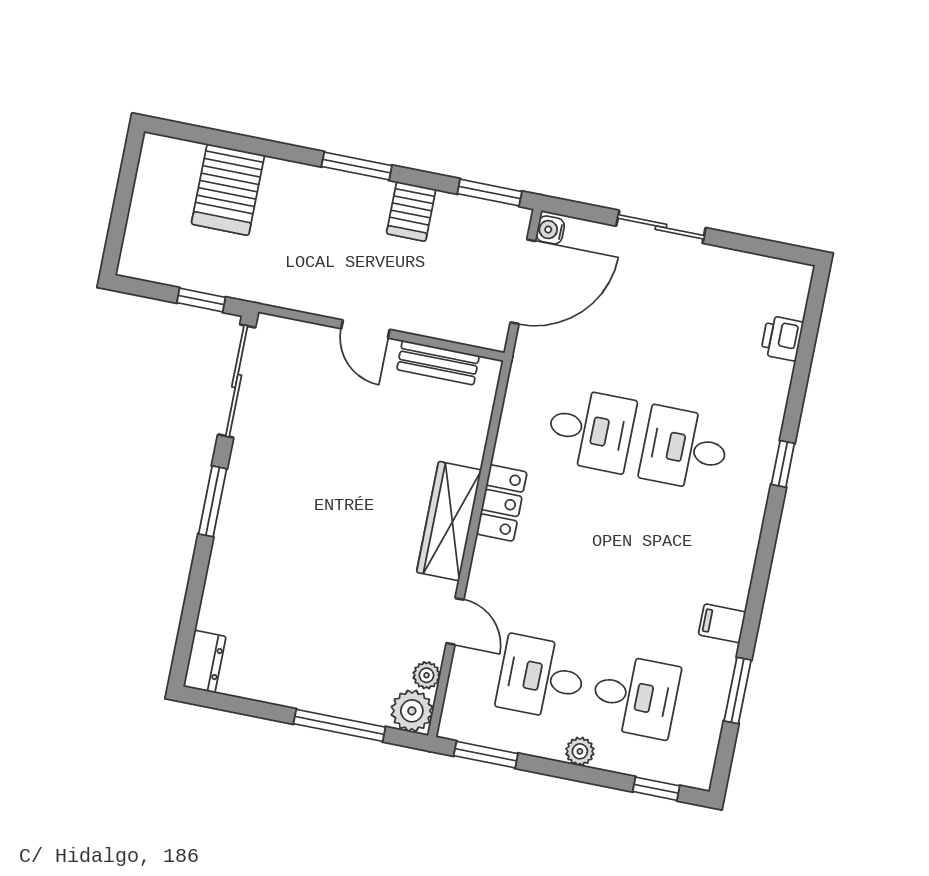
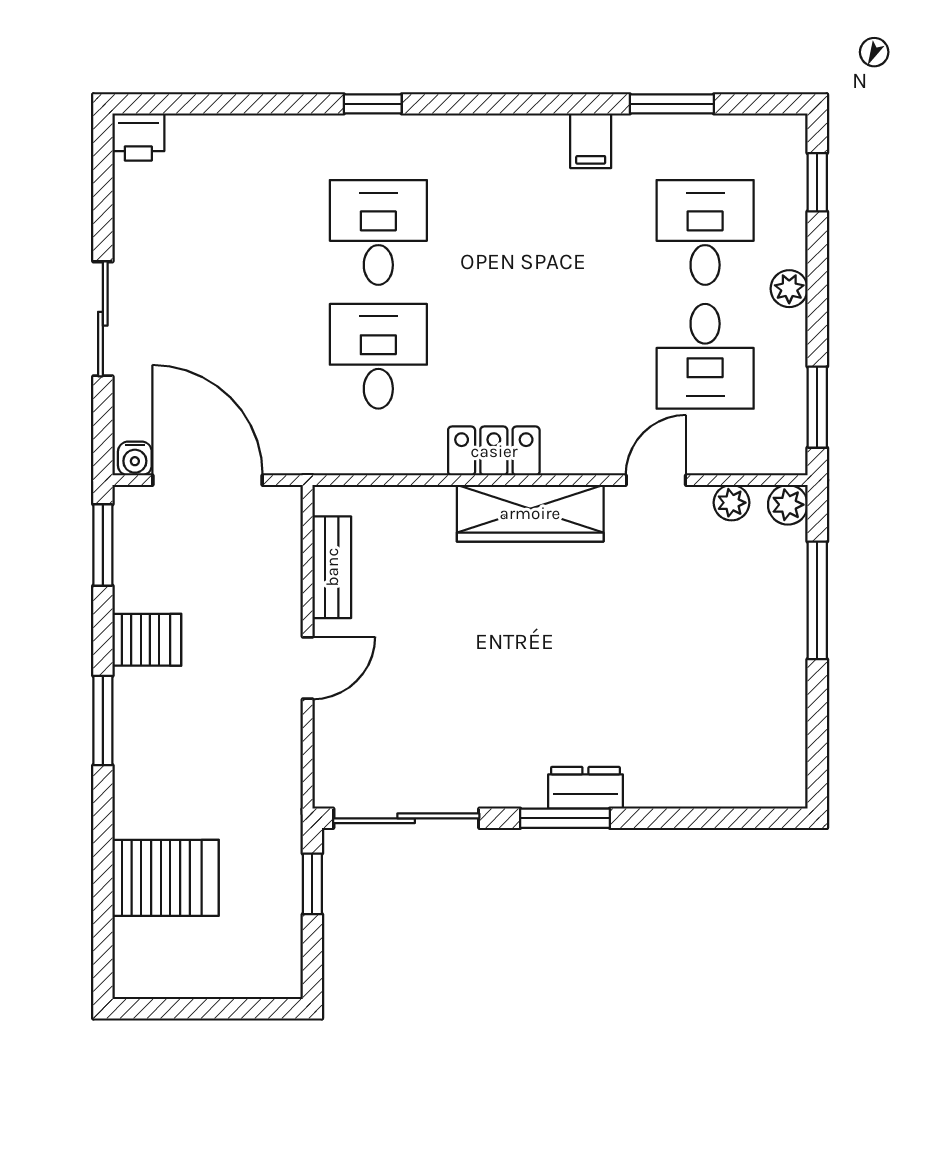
printer: (782, 338) -> (138, 137), moved
desk: (685, 449) -> (378, 232), turned 180
dresser: (205, 662) -> (585, 788), moved
plant: (412, 711) -> (788, 505), width x0.73, depth x0.73

